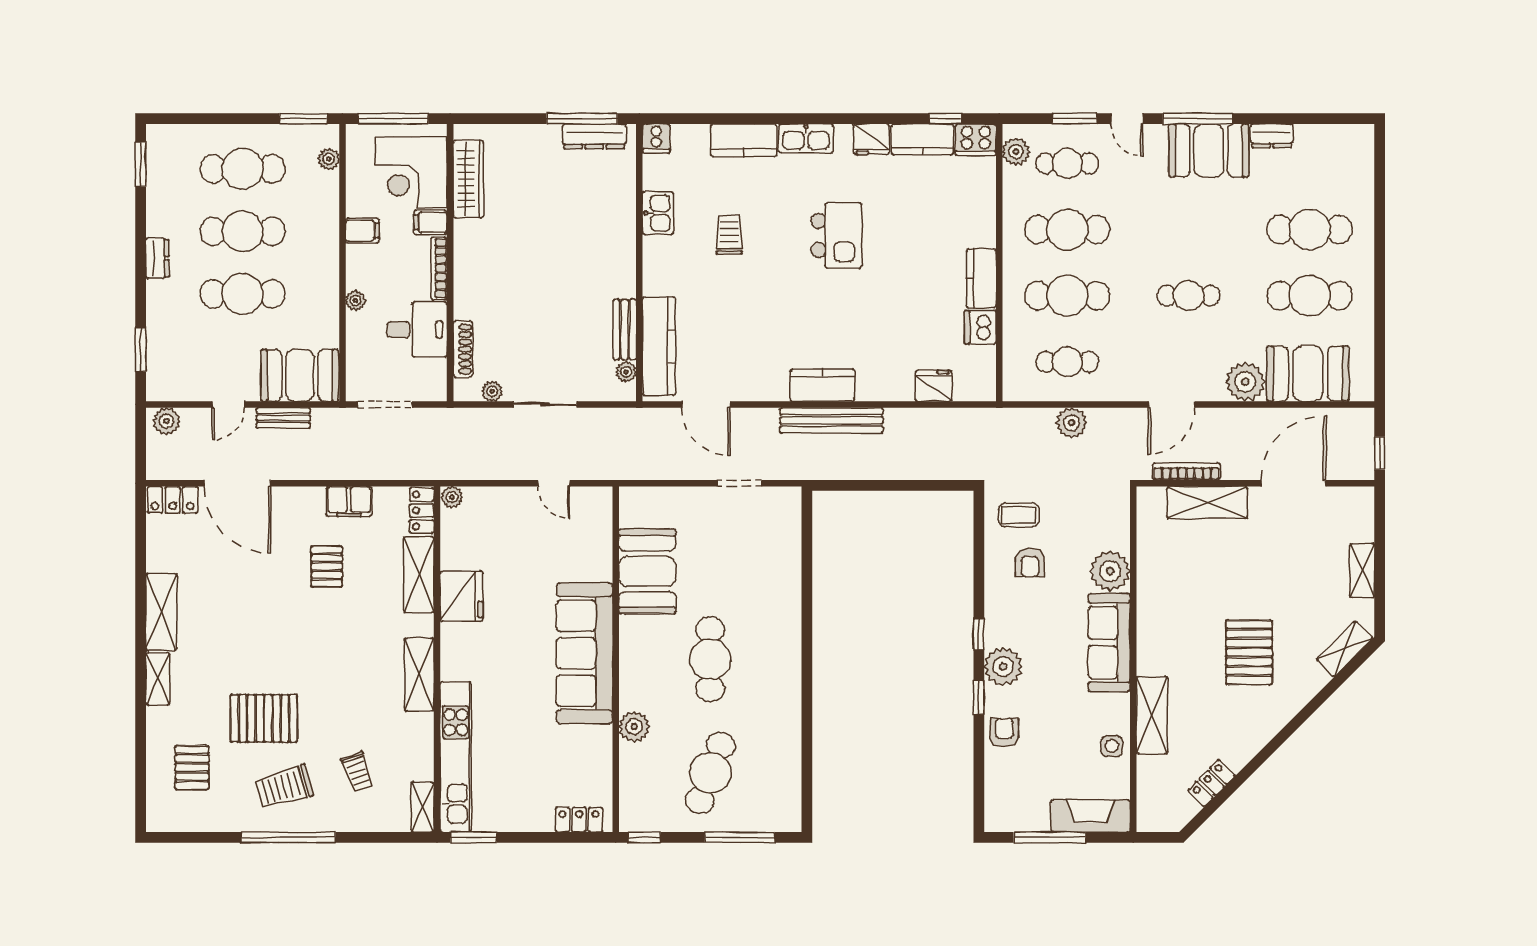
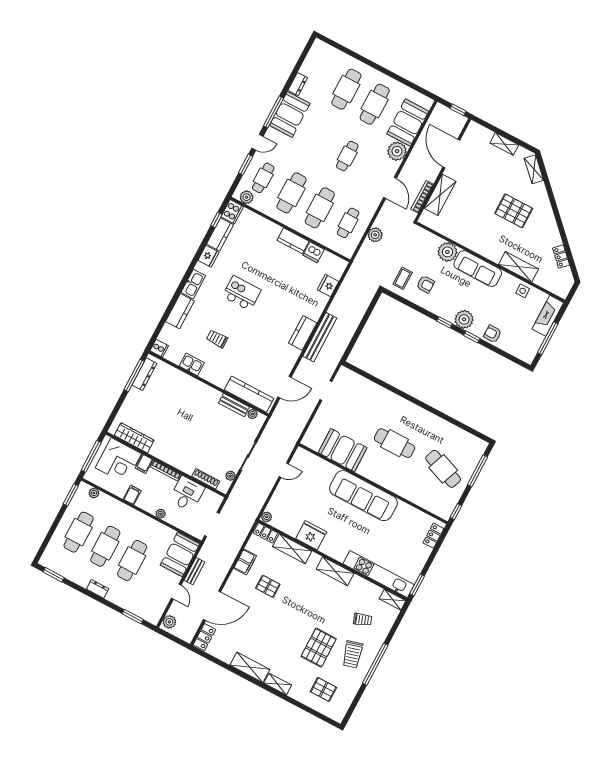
plant: (634, 727) -> (406, 491), removed

